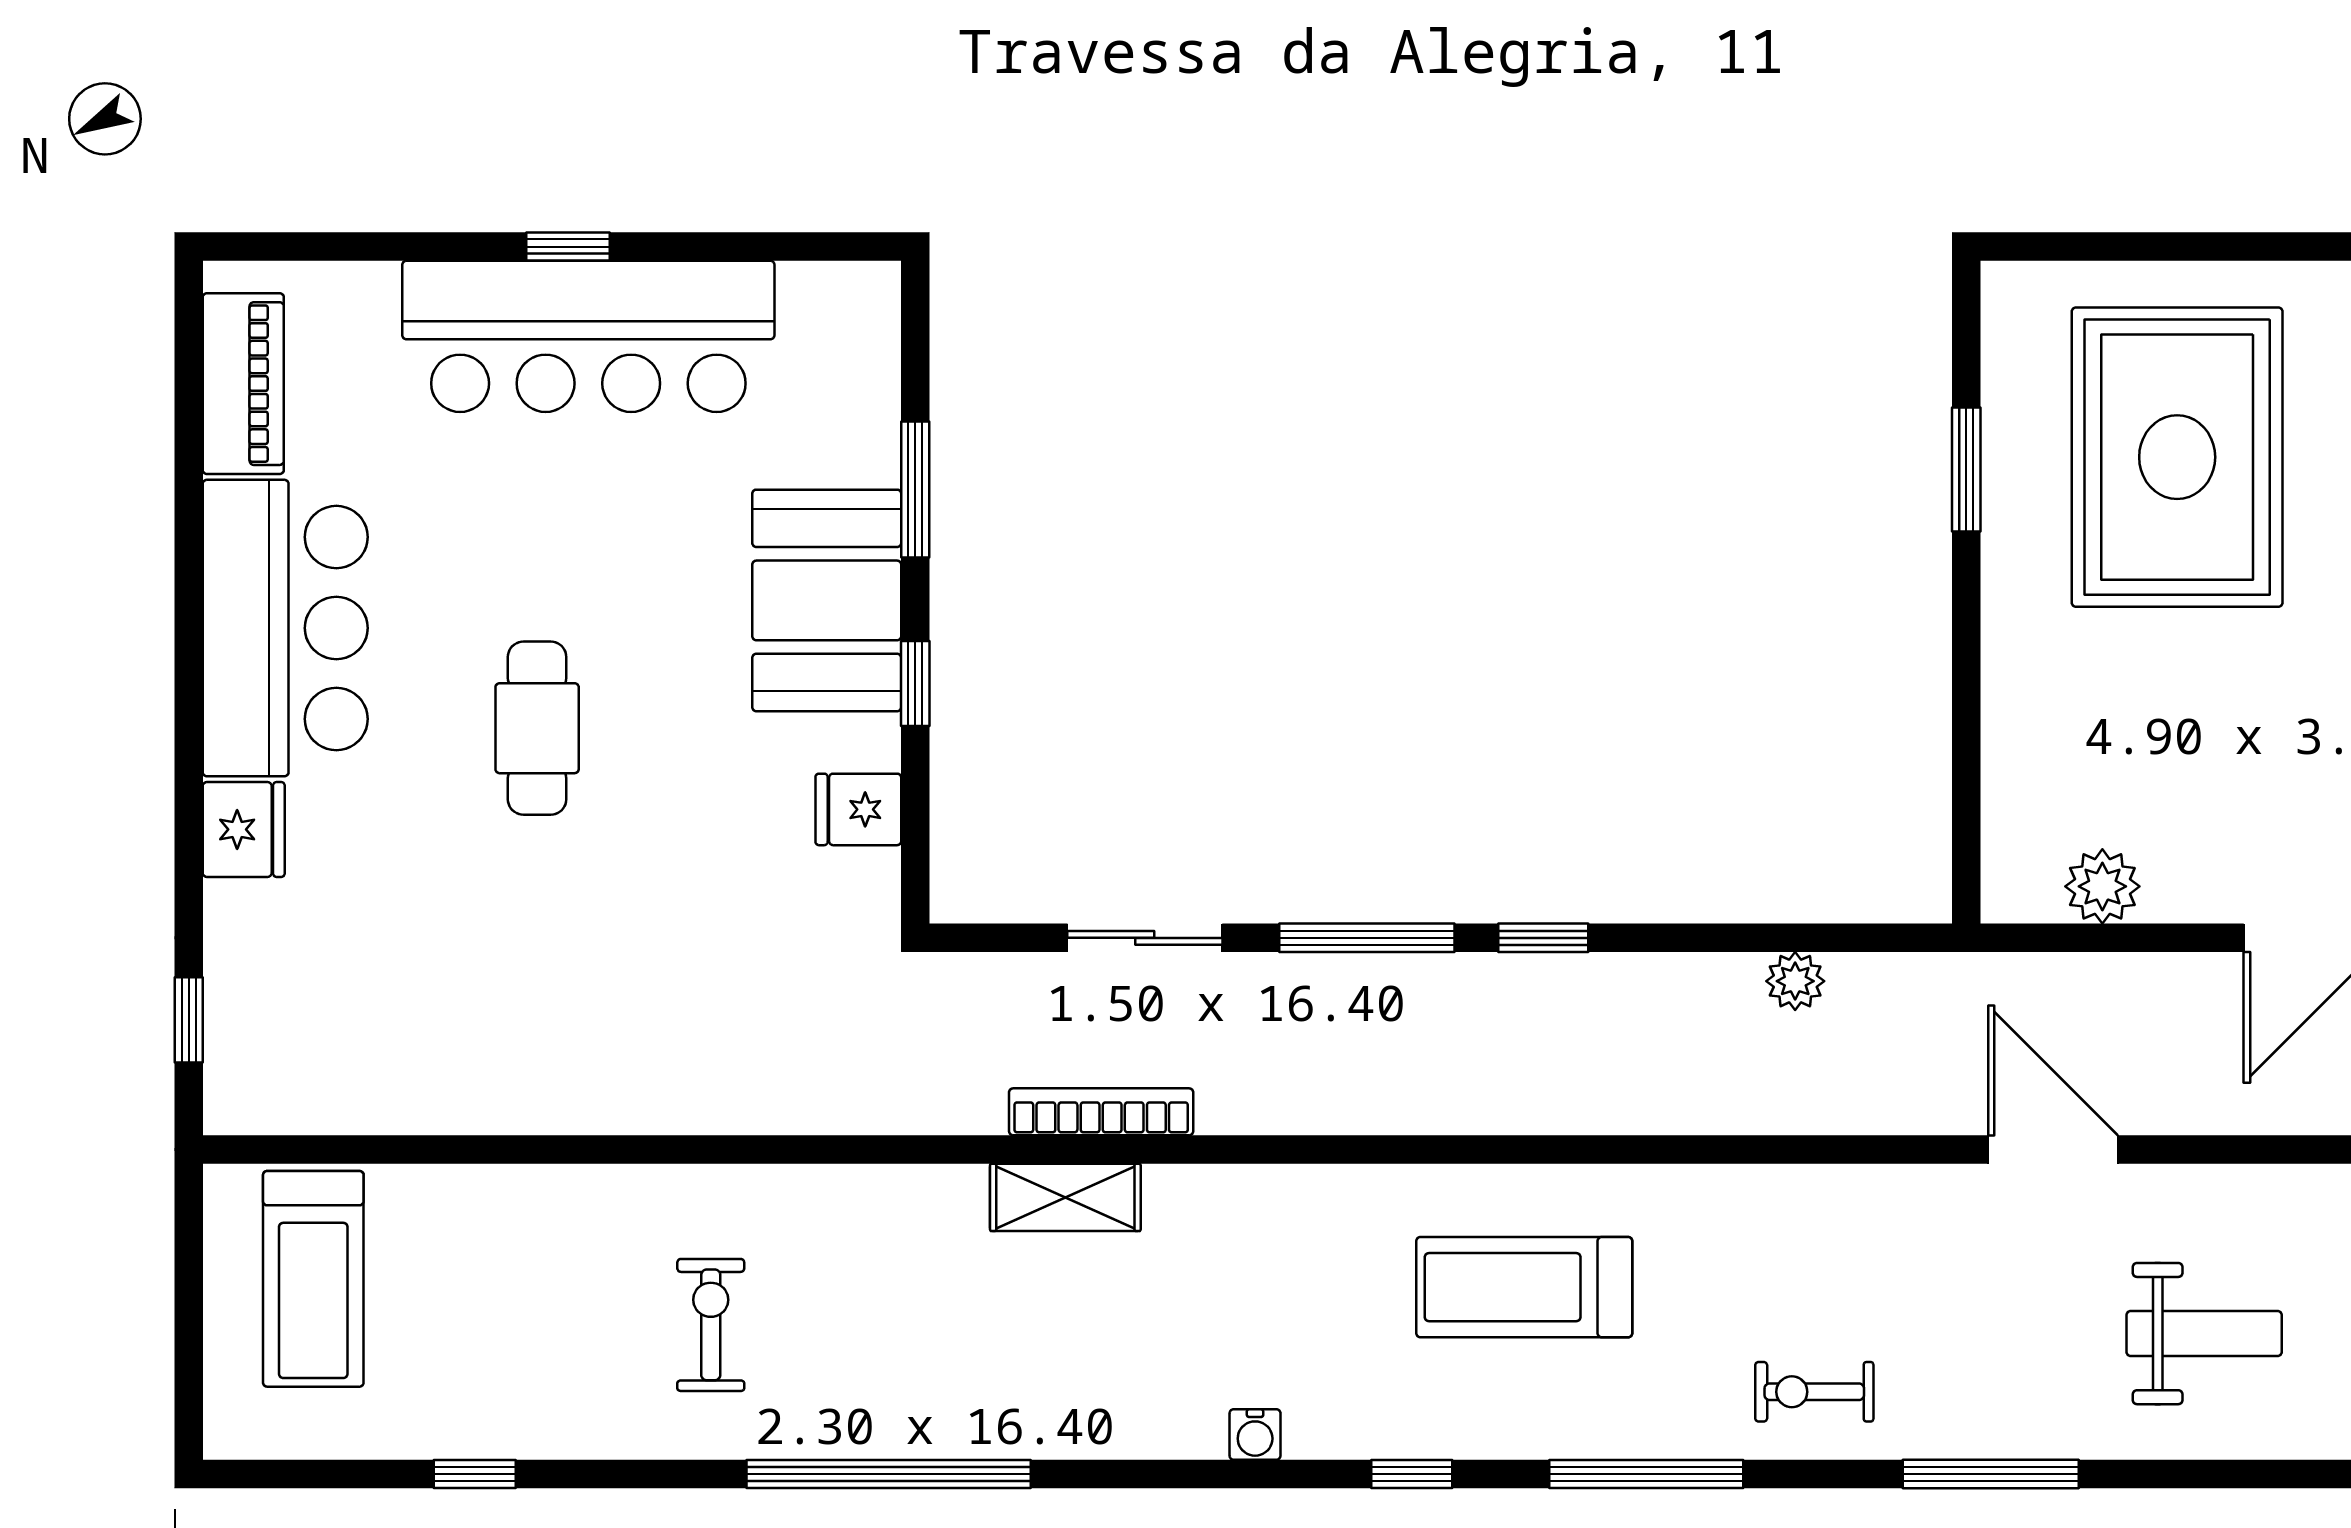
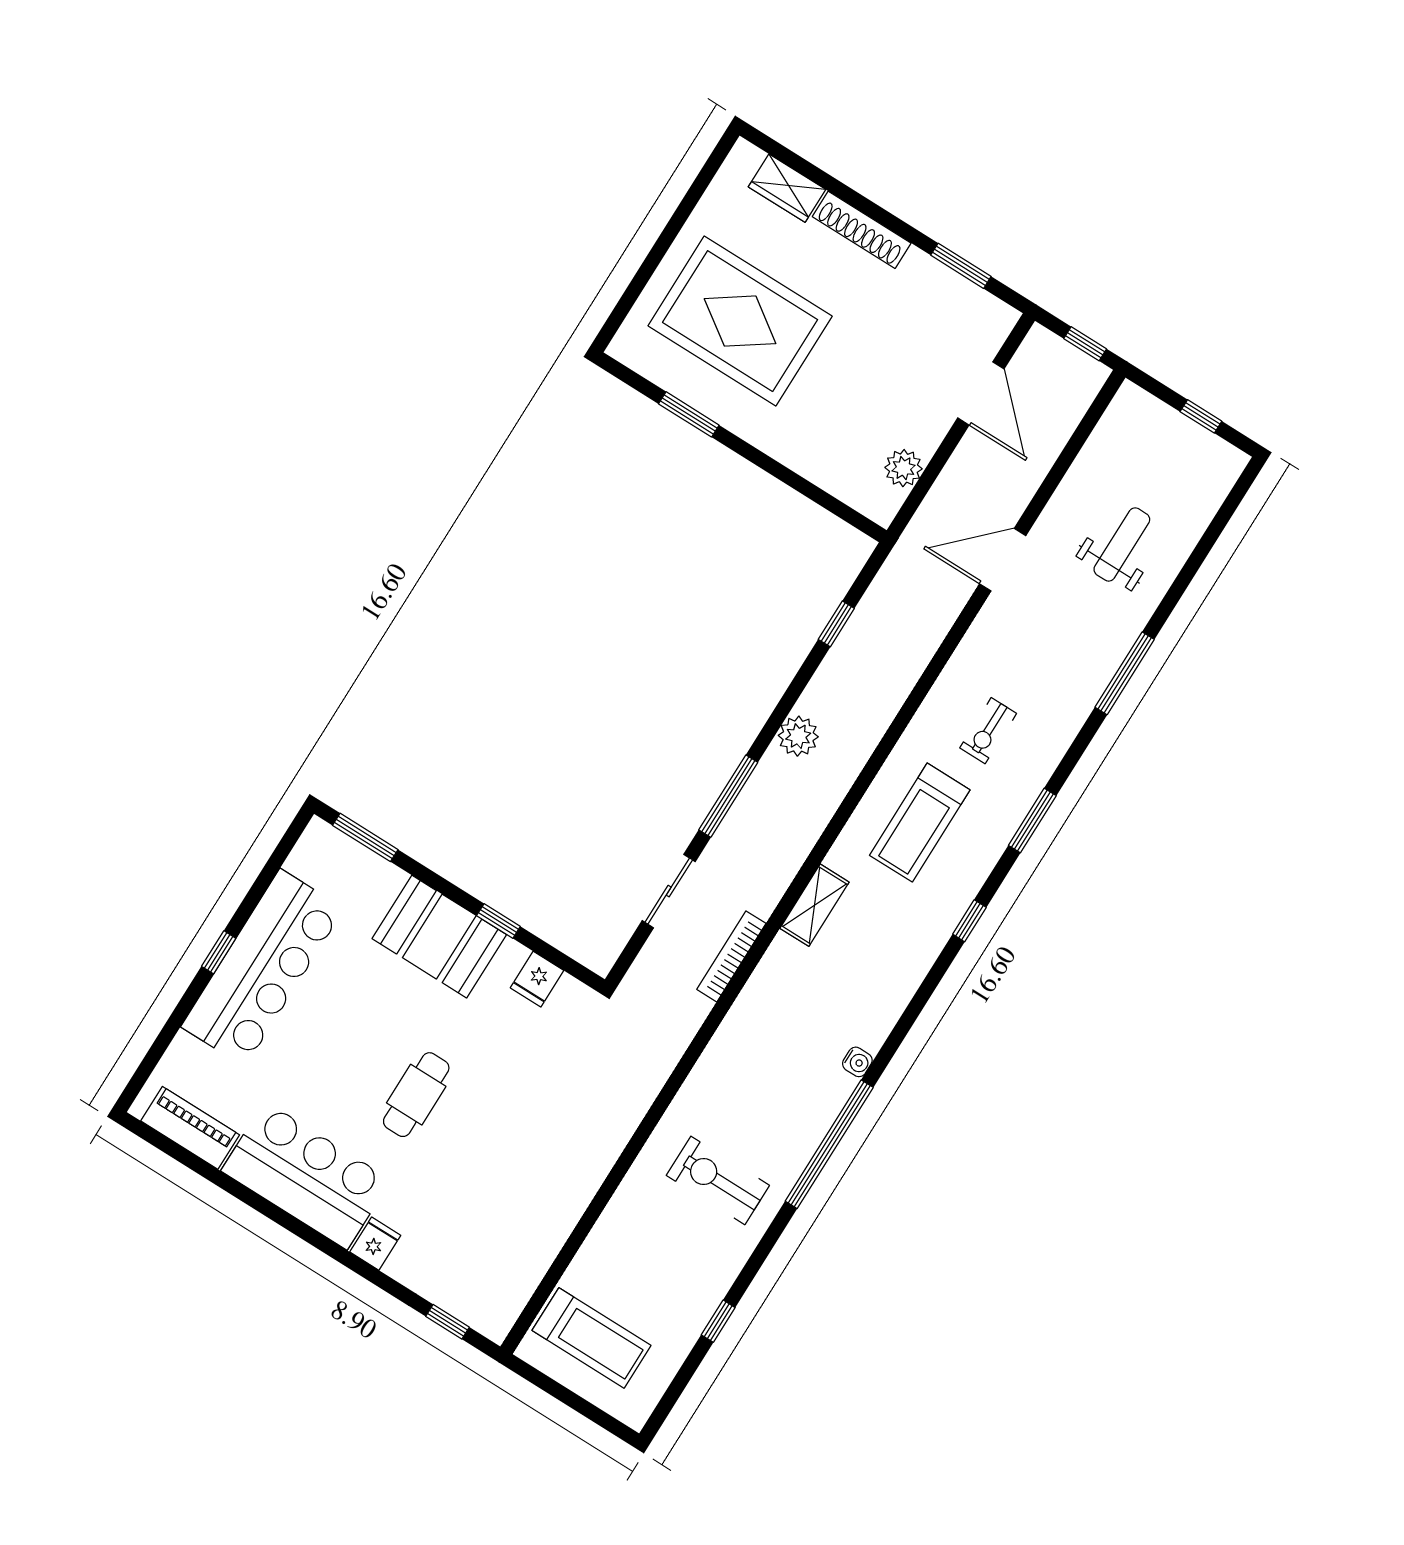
window: (915, 489) -> (365, 837), moved
cafe table: (537, 728) -> (416, 1095), turned 90
fridge: (244, 829) -> (375, 1244), width x0.72
window: (1543, 938) -> (836, 624), moved
plant: (1795, 981) -> (798, 736), moved, width x1.38, depth x1.38
shelving: (1065, 1197) -> (814, 905), moved
exercise bike: (711, 1325) -> (718, 1180), width x1.38, depth x1.39
exercise bike: (1814, 1392) -> (988, 731), moved
water cooler: (1255, 1434) -> (857, 1062), moved
window: (1646, 1474) -> (1032, 821), width x0.69

